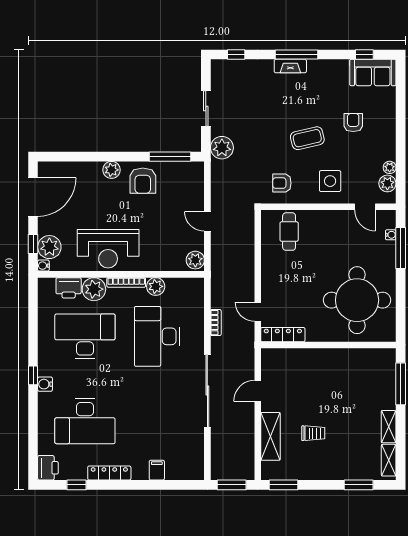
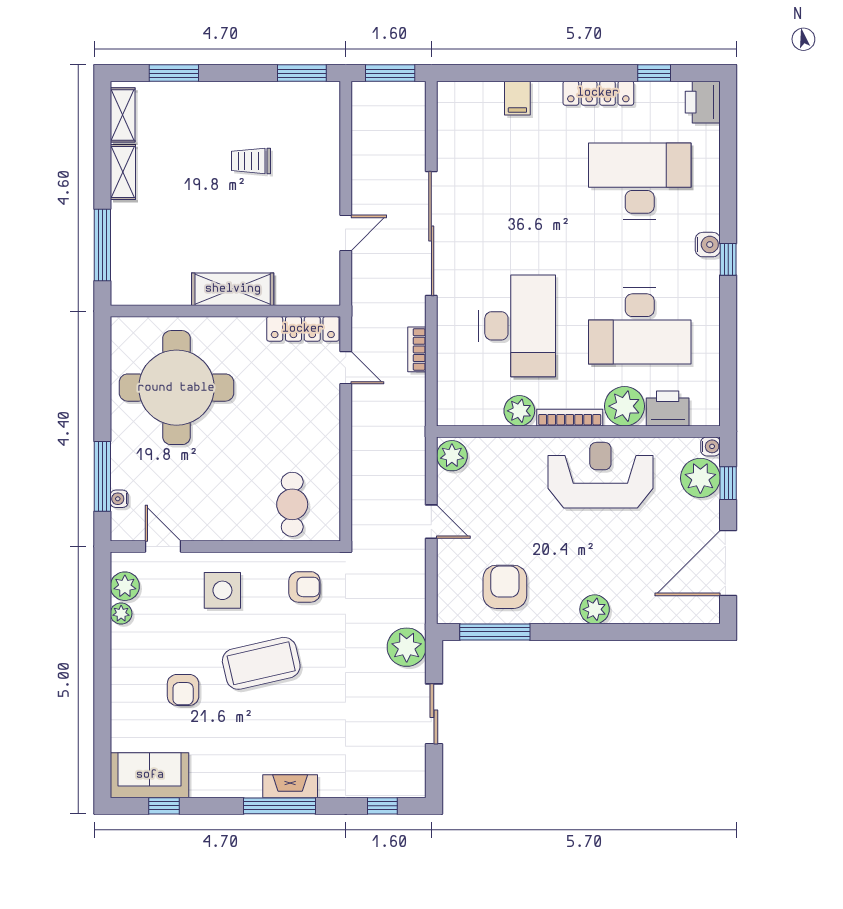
coffee table: (307, 138) -> (261, 663), width x1.36, depth x1.32
armchair: (143, 181) -> (505, 587), moved
shelving: (270, 436) -> (233, 289), moved, turned 90

